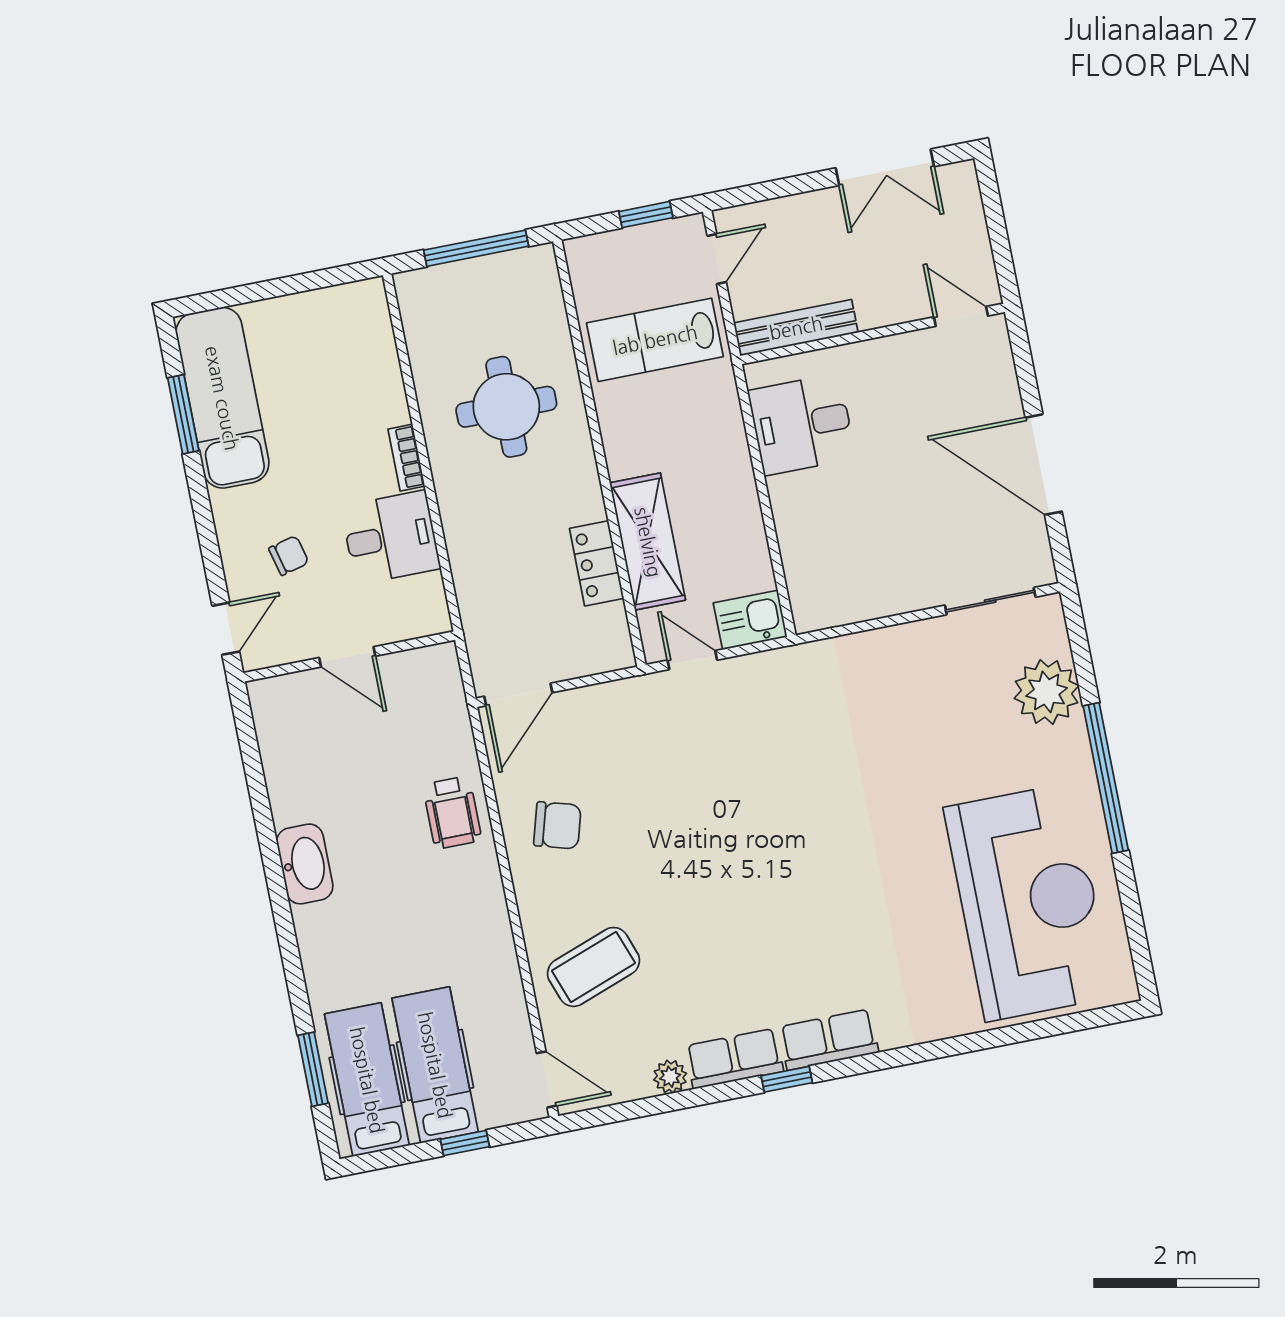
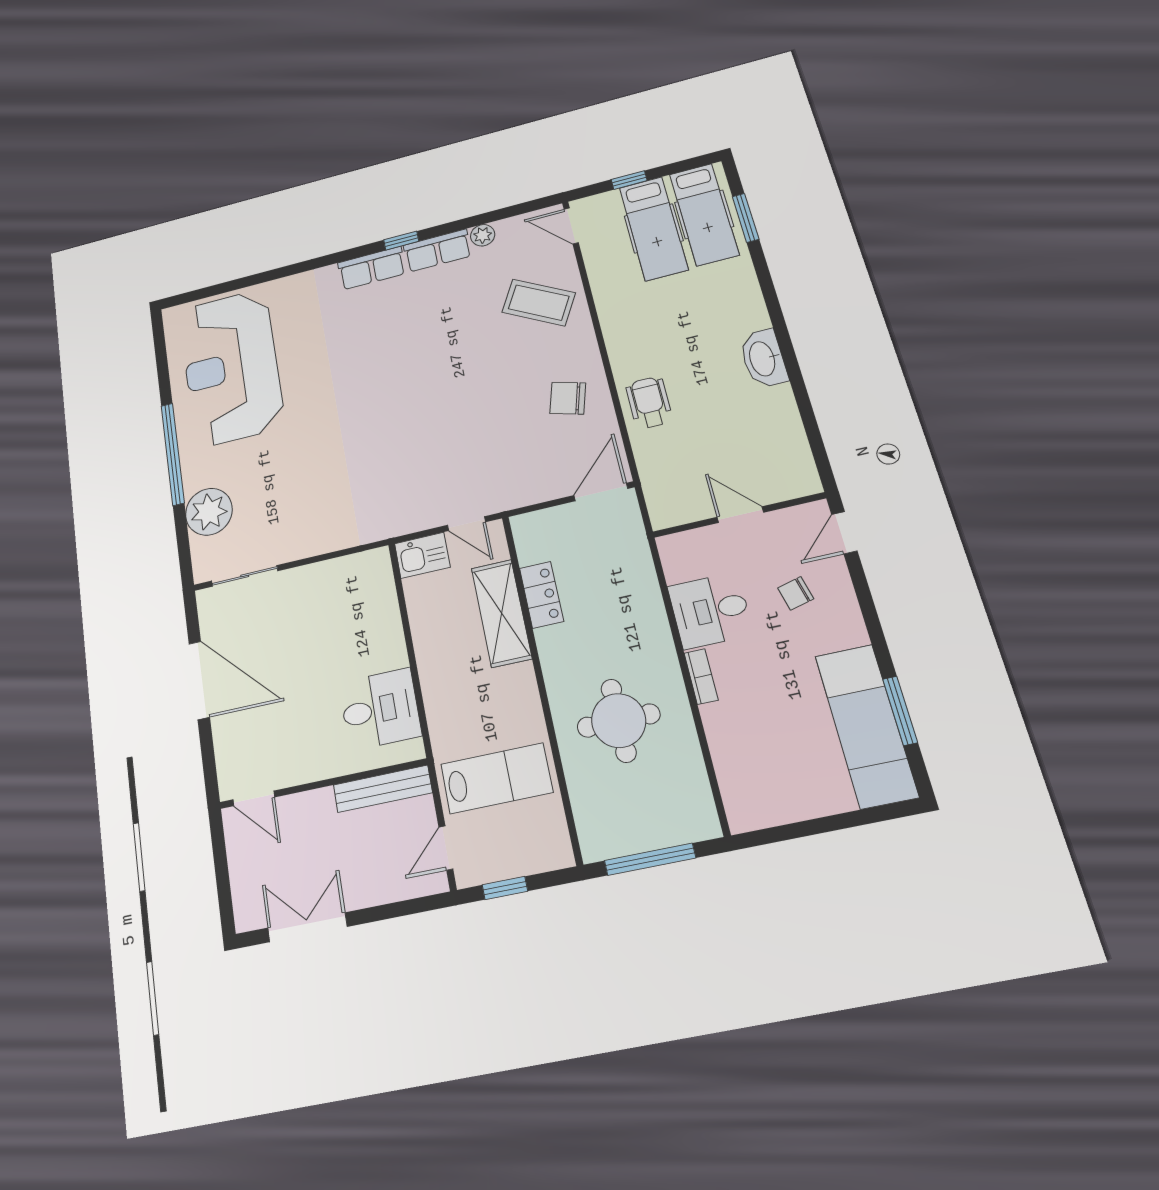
coffee table: (593, 967) -> (539, 303), turned 49

